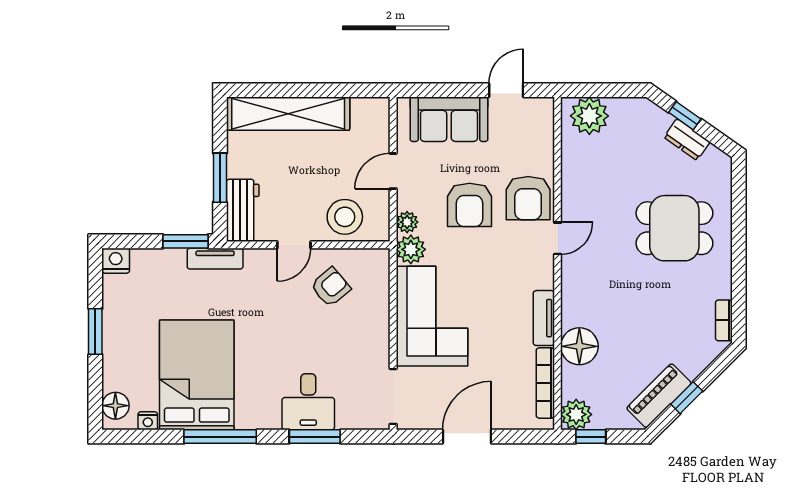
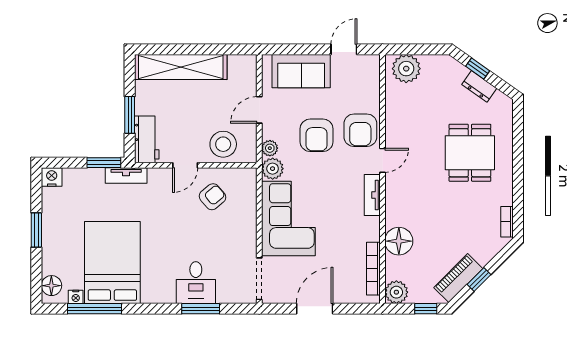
dining table: (674, 228) -> (470, 153), turned 90
tv unit: (544, 318) -> (372, 195), moved
window: (220, 437) -> (95, 309), moved
window: (591, 437) -> (426, 309), moved

